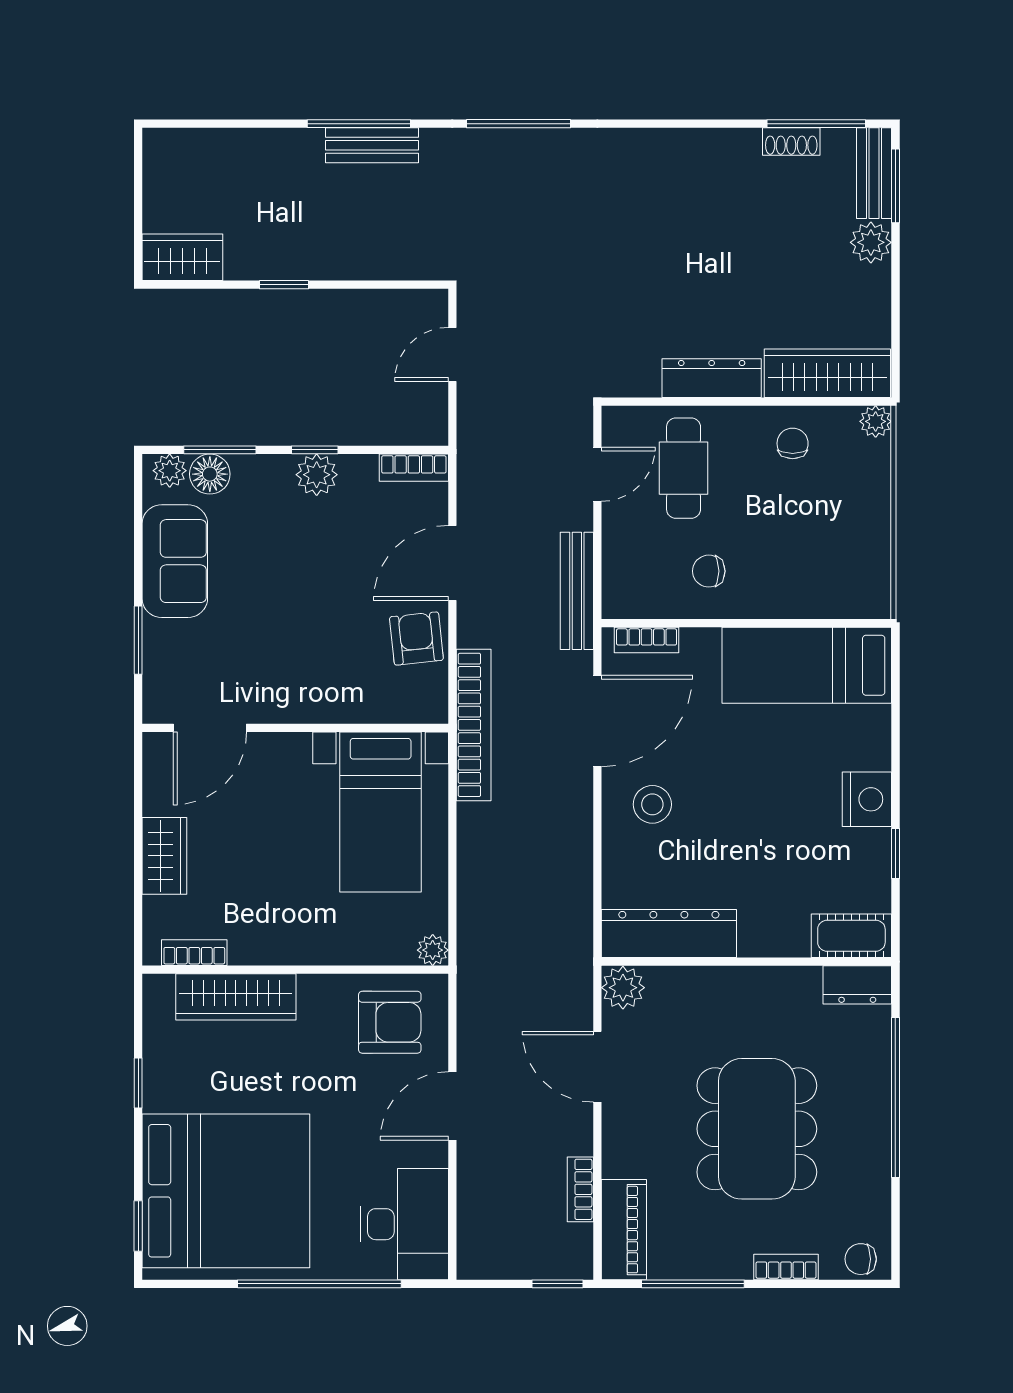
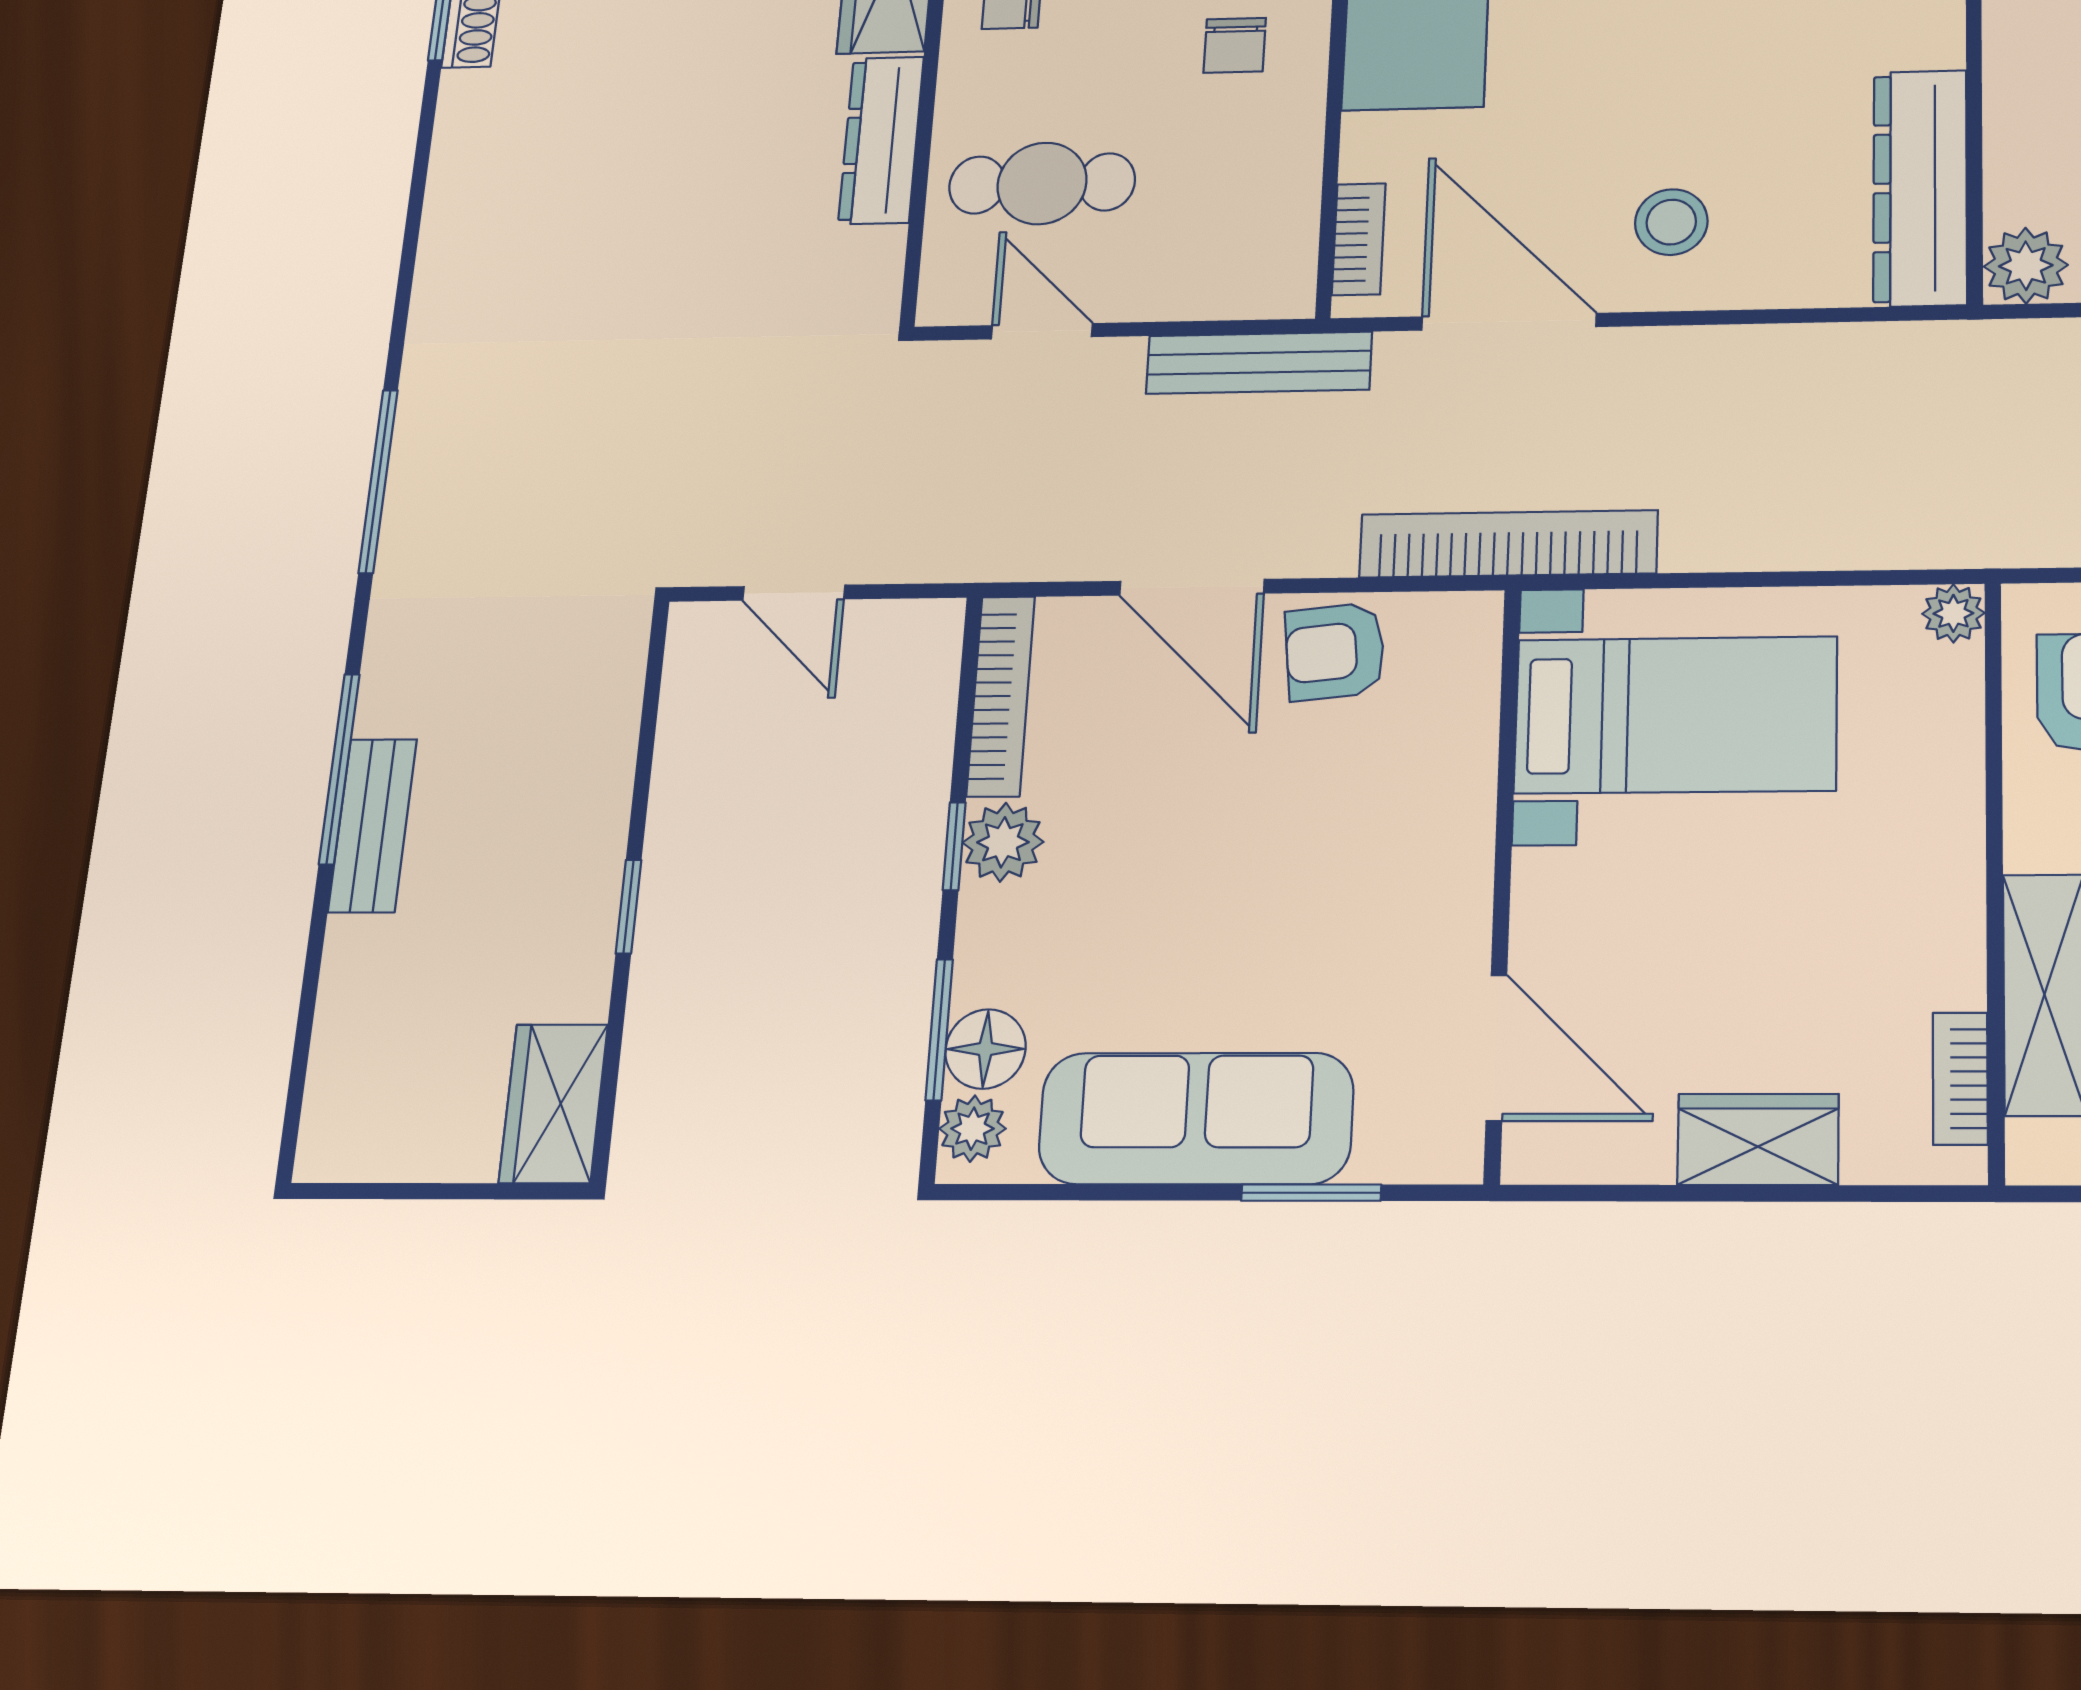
bench: (372, 145) -> (373, 825), moved
bookcase: (414, 468) -> (1001, 696), width x1.56
sofa: (175, 561) -> (1196, 1118), width x1.36
chair: (709, 571) -> (1235, 45), moved

